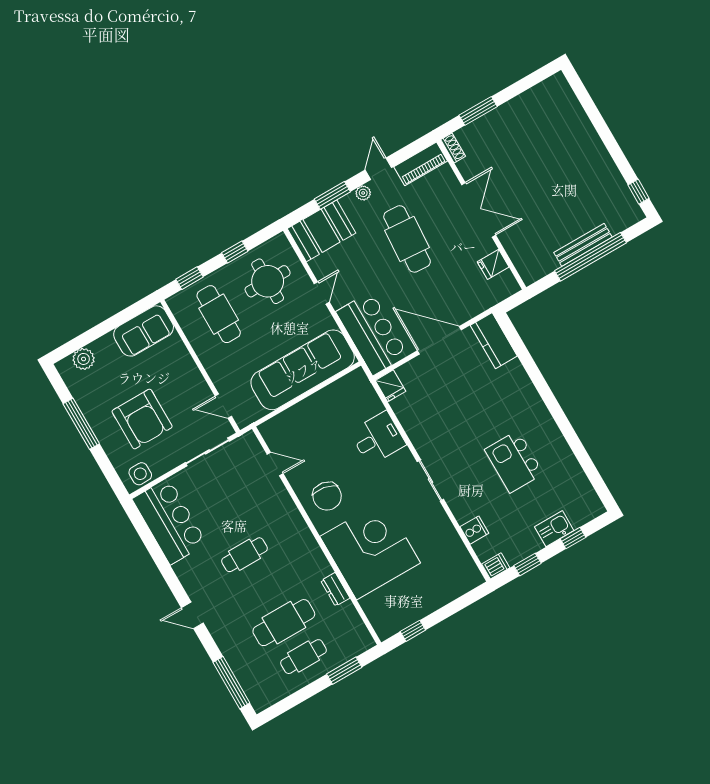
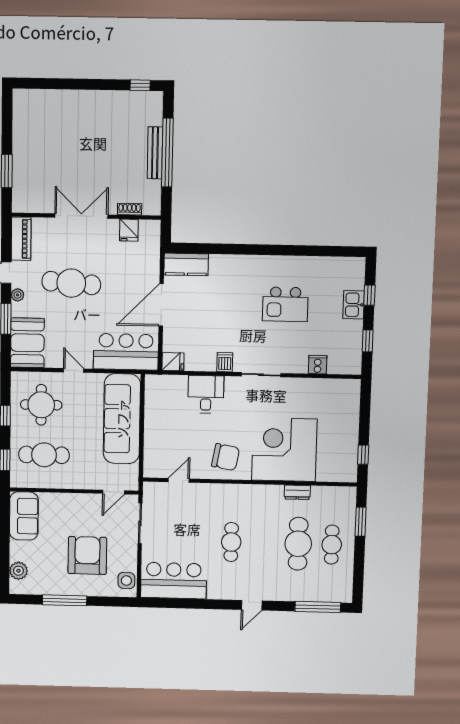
shoe rack: (453, 148) -> (130, 209), moved
armchair: (142, 419) -> (87, 555), turned -90
dishwasher: (496, 566) -> (225, 362), moved

